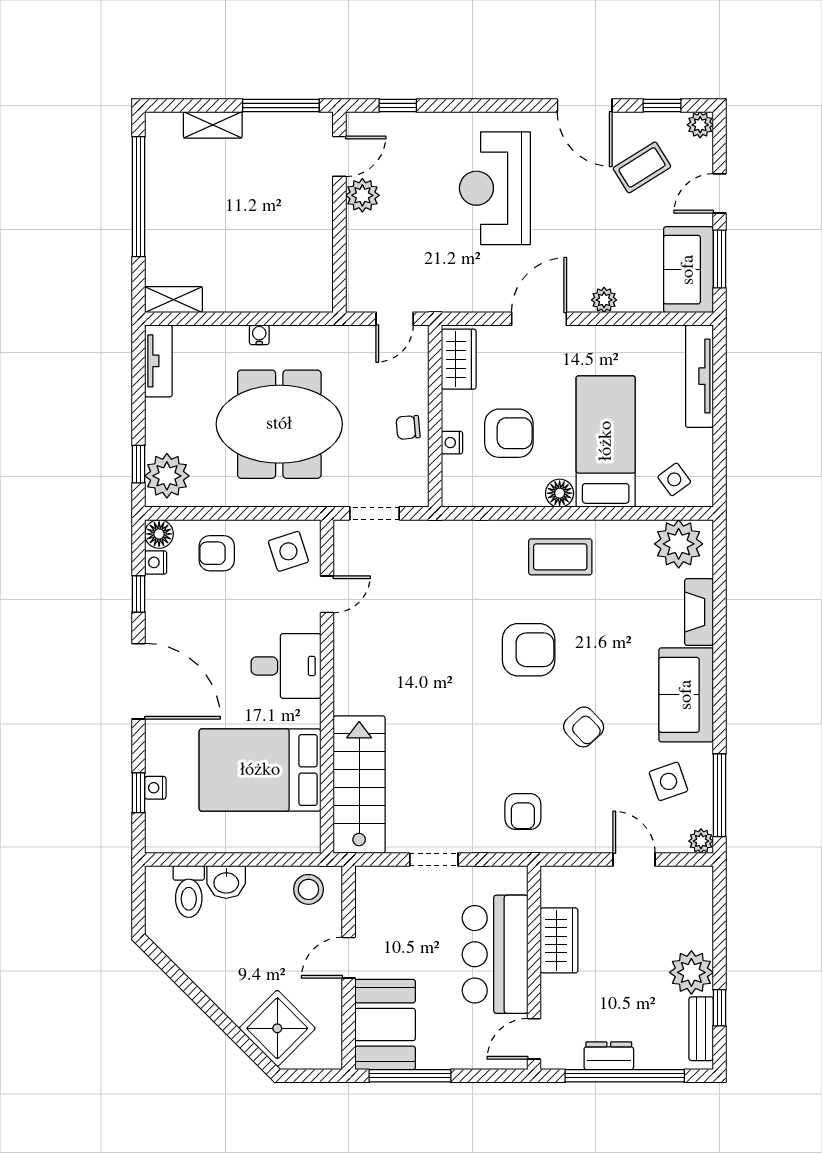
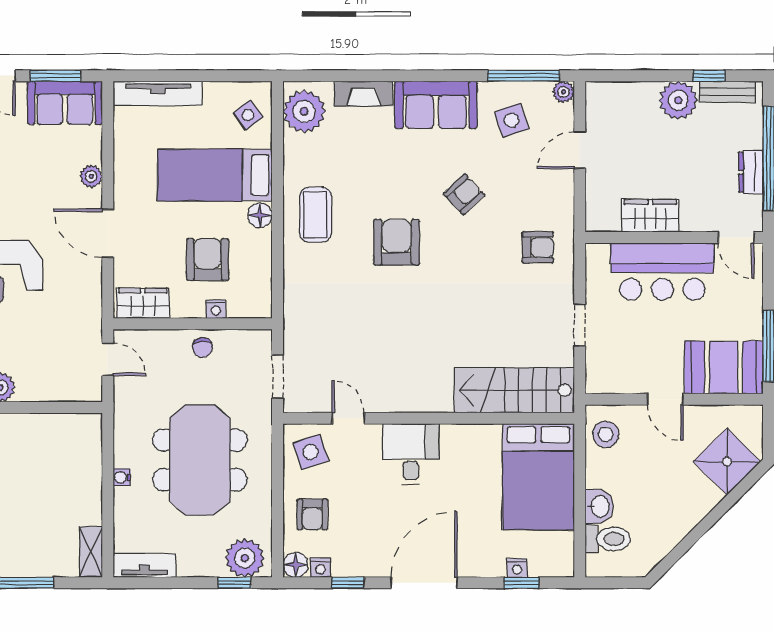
bed: (260, 770) -> (538, 477), moved

